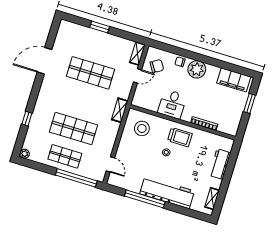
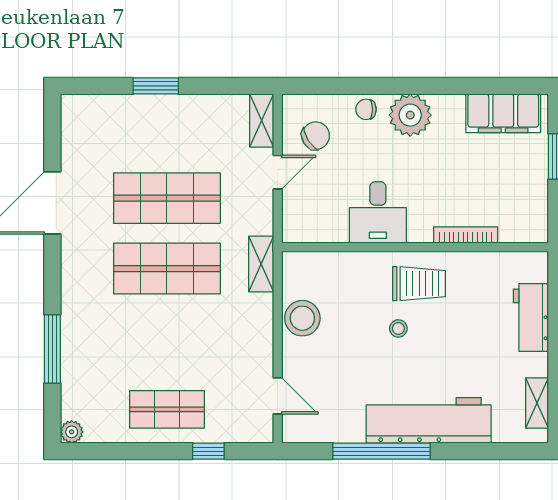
window: (27, 119) -> (52, 349), width x2.17
stool: (142, 128) -> (302, 318), moved
shop shelf: (73, 129) -> (167, 269), moved
window: (76, 178) -> (208, 451), width x0.32

